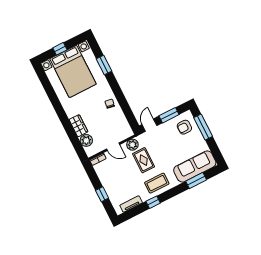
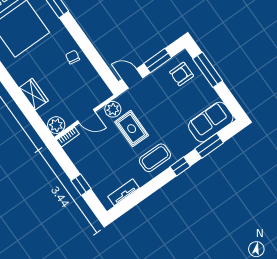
door: (149, 125) -> (132, 78), hinge flipped
plant: (86, 140) -> (56, 125), moved
sofa: (195, 166) -> (211, 122), width x0.73
window: (153, 202) -> (180, 166), moved

